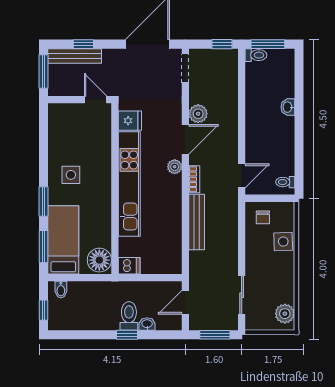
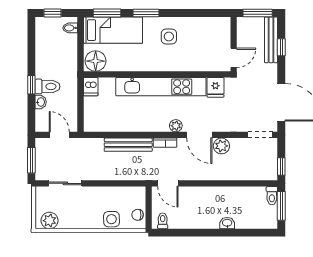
chair: (263, 217) -> (138, 215), moved

